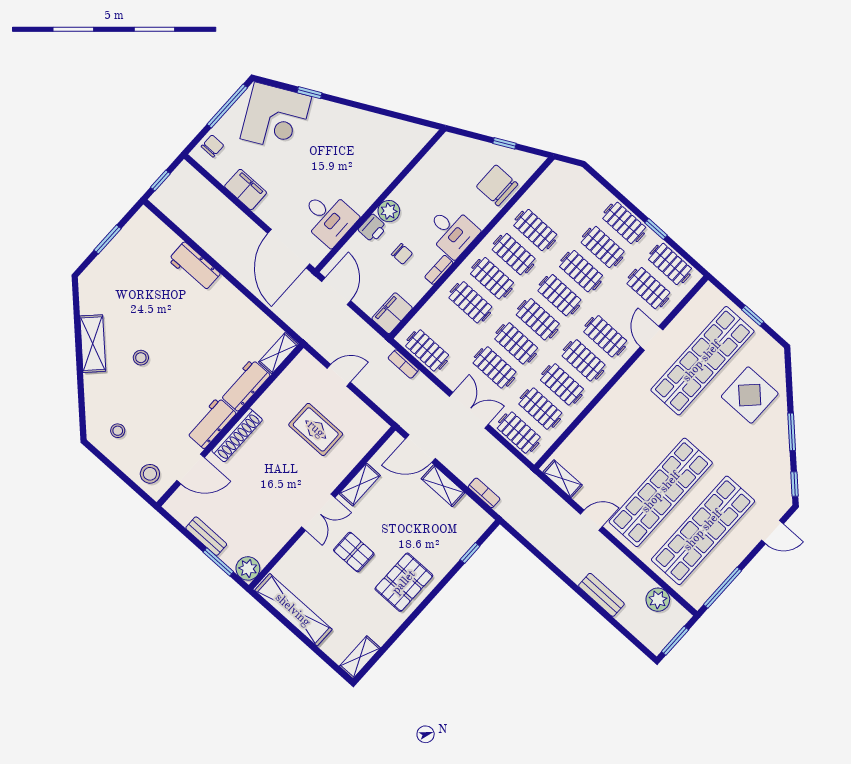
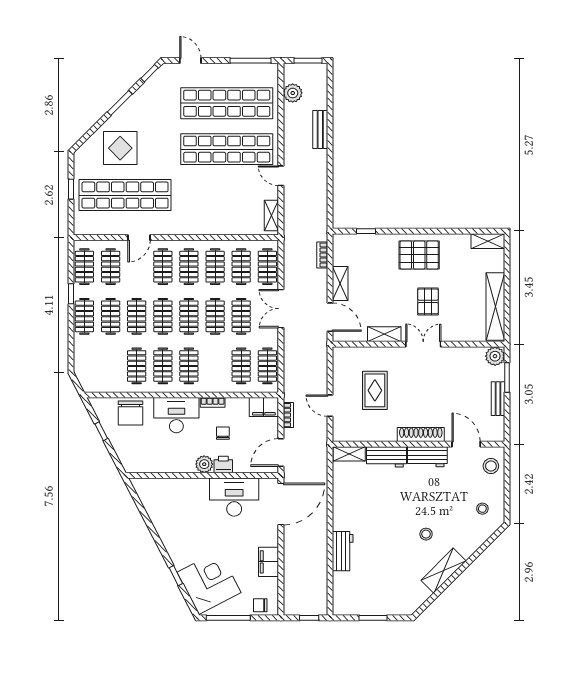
desk: (328, 218) -> (234, 497), width x1.37
desk: (452, 232) -> (176, 415), width x1.37
clothes rail: (470, 302) -> (241, 366), moved
bookcase: (403, 364) -> (288, 415), moved

